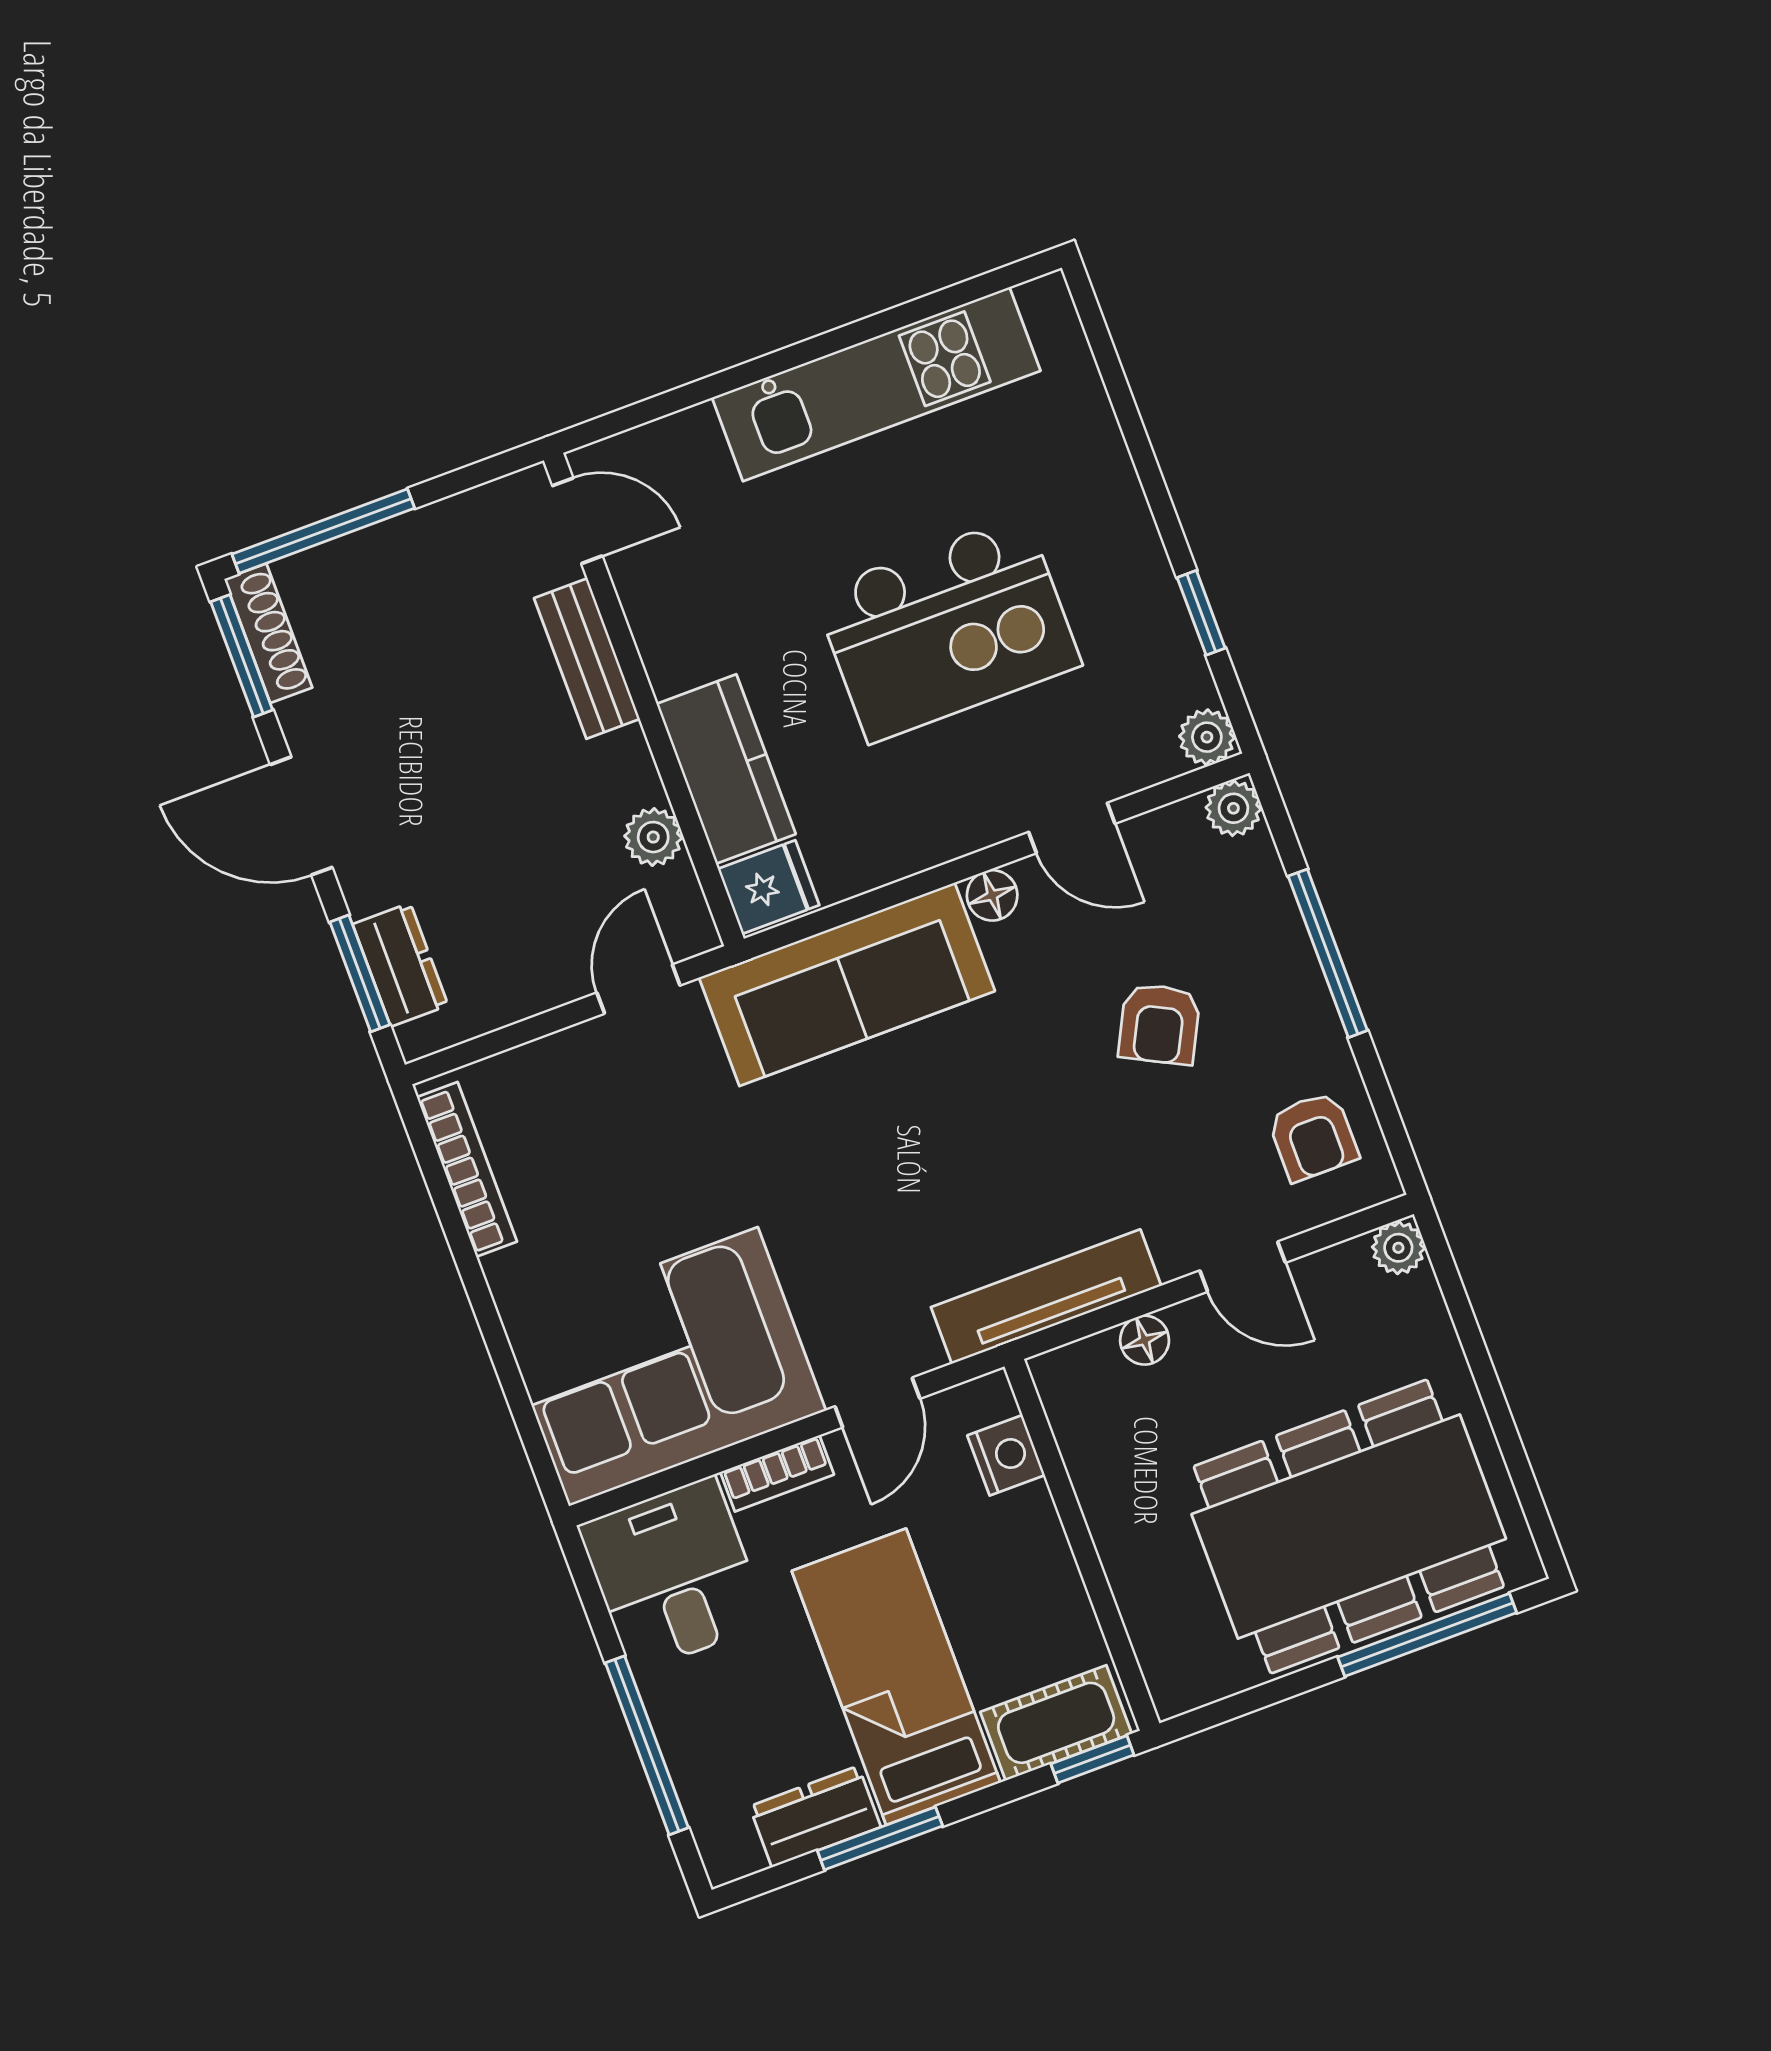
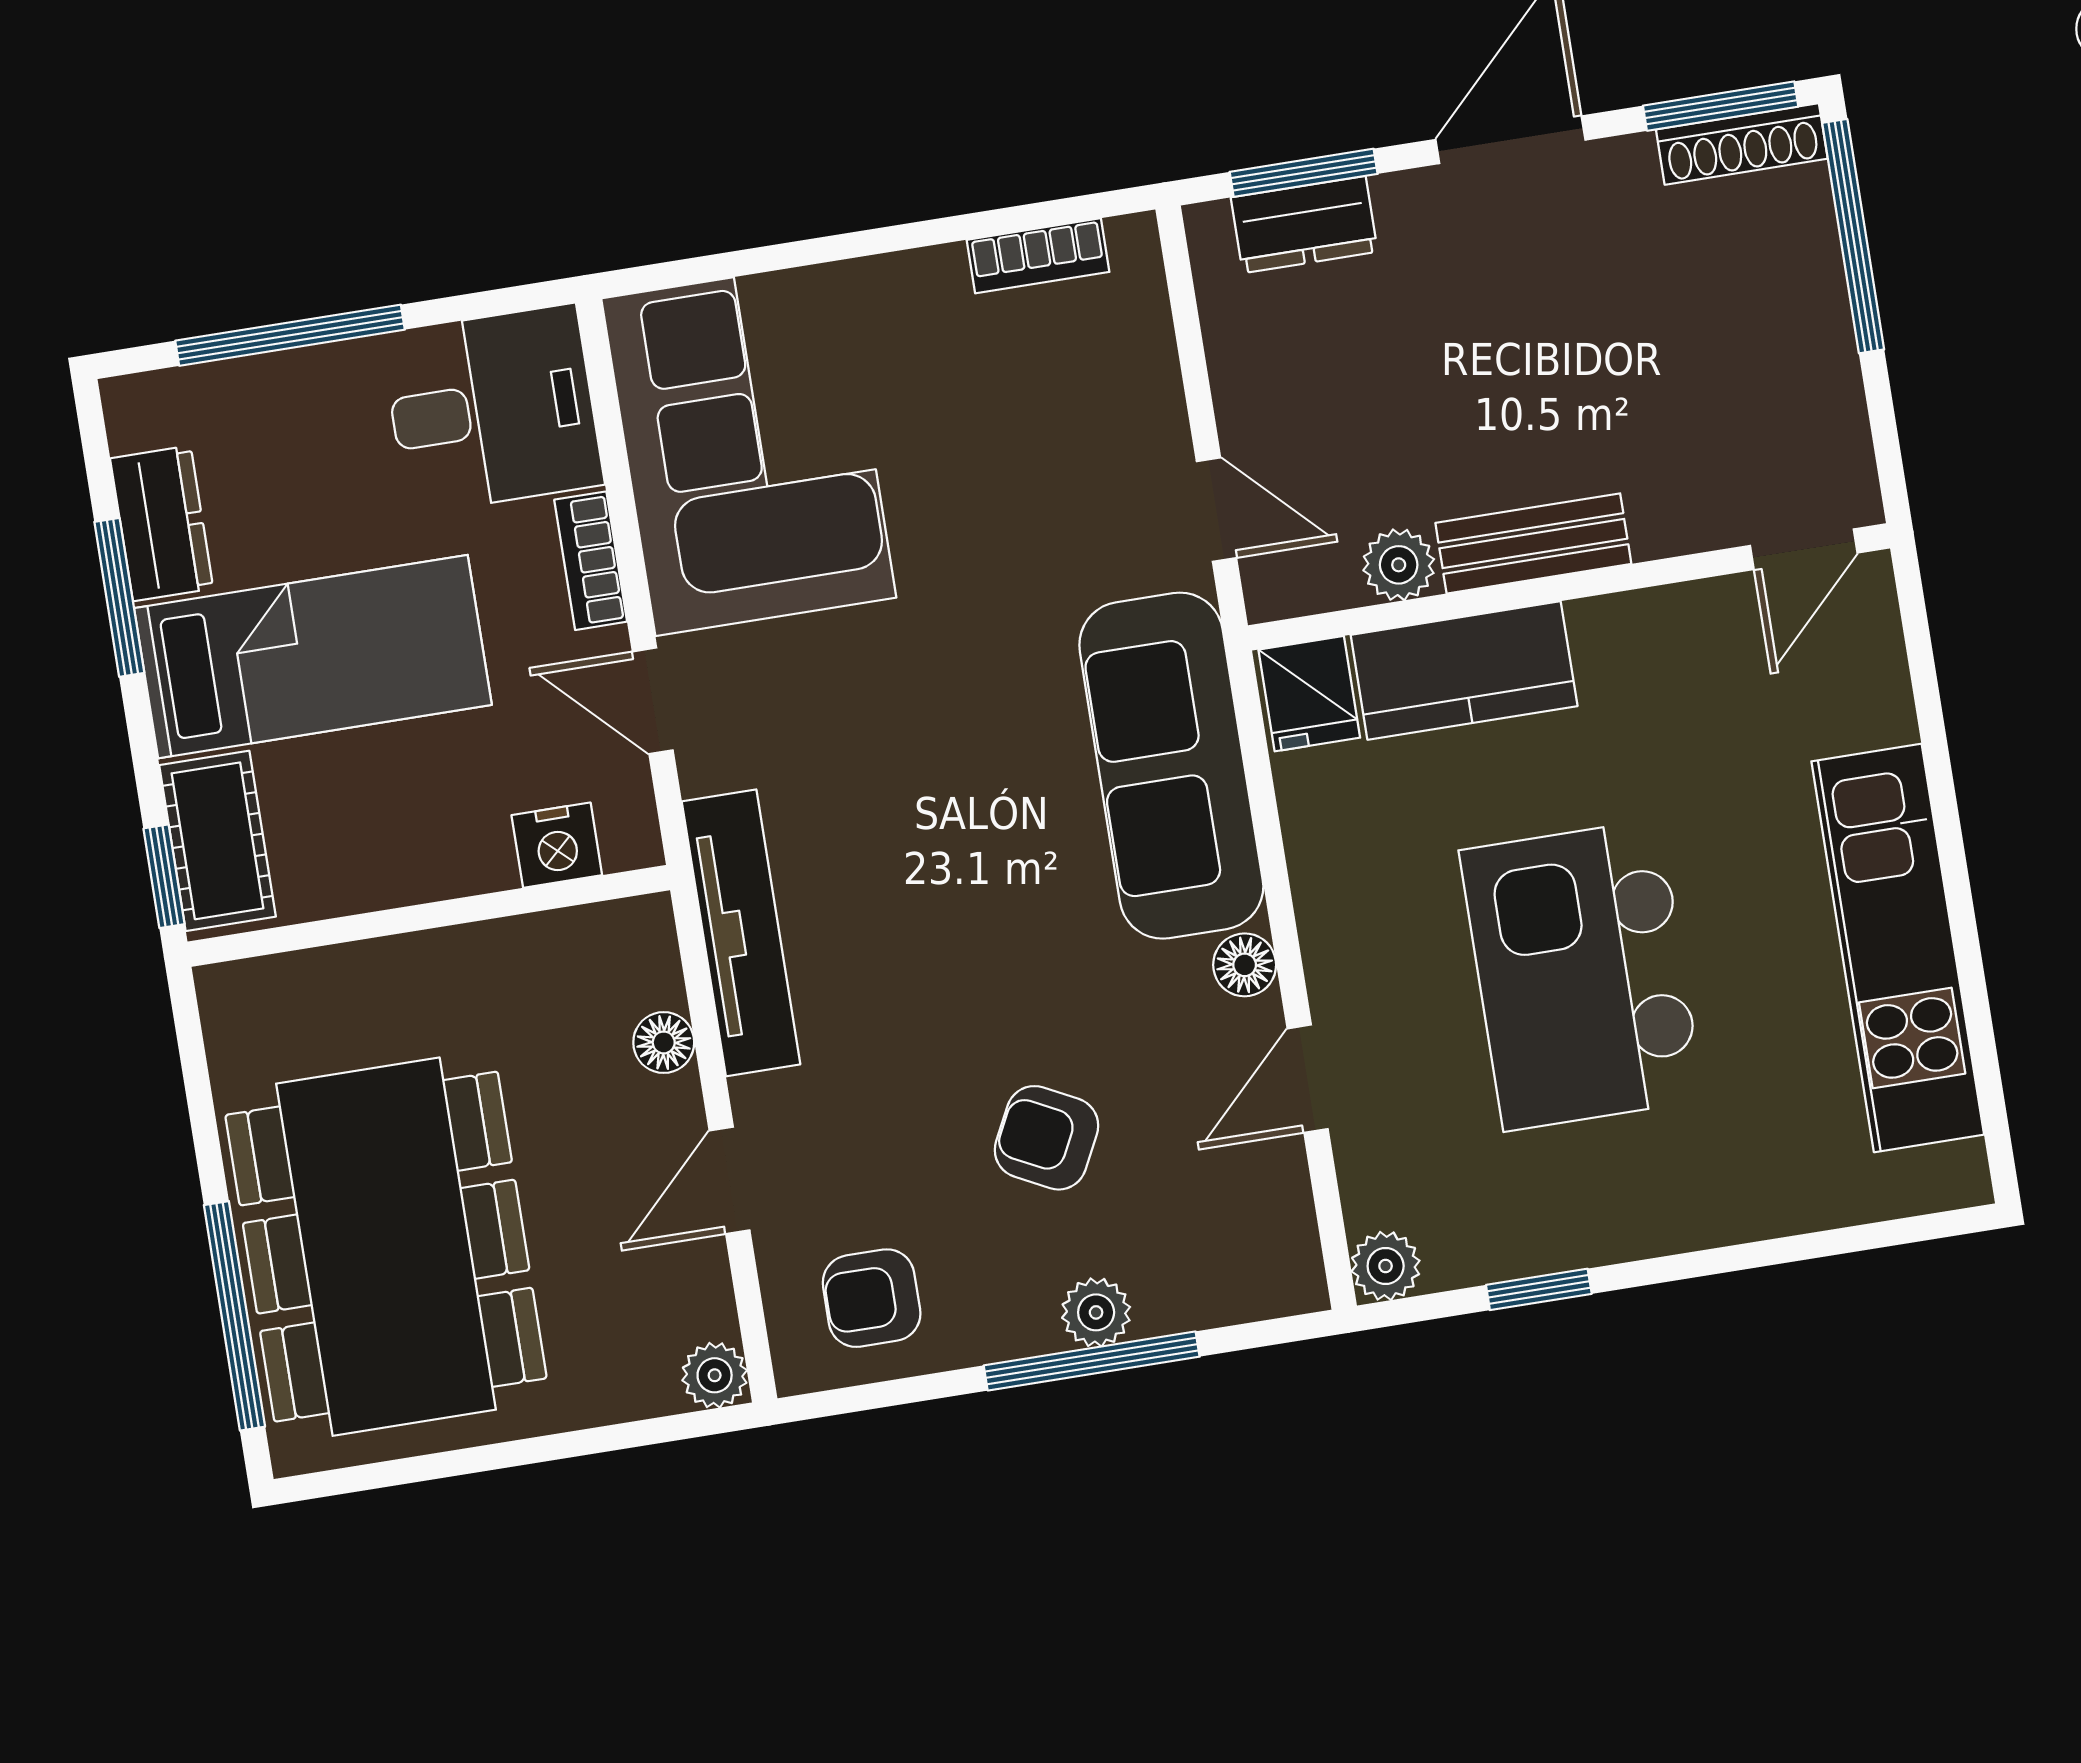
bench: (587, 658) -> (1533, 543), moved
plant: (1233, 808) -> (1096, 1312), moved
bookcase: (467, 1169) -> (1038, 256), width x0.64

